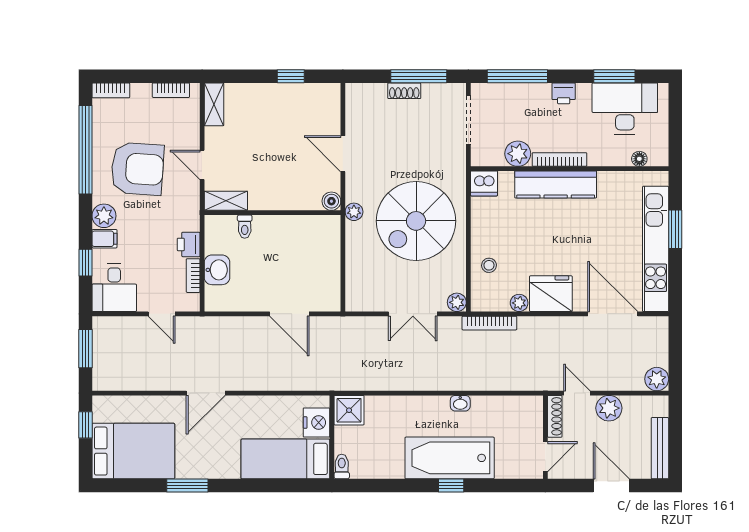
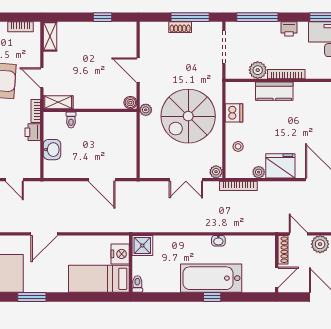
dishwasher: (484, 183) -> (234, 113), moved, turned -90
kitchen counter: (556, 184) -> (274, 91), width x0.67
bookcase: (193, 276) -> (36, 111), moved

